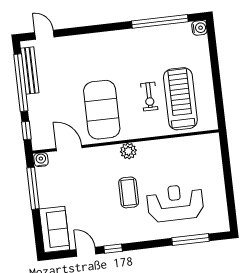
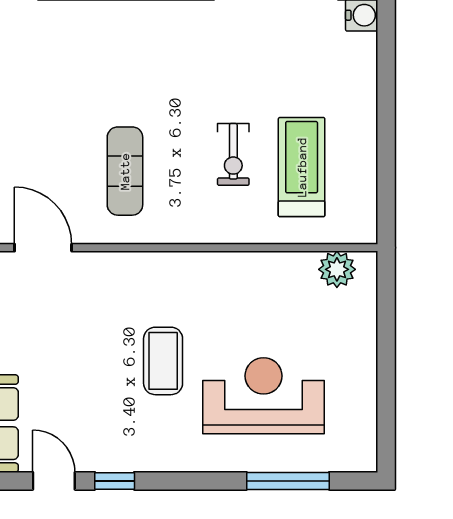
treadmill: (180, 99) -> (302, 167), width x0.73, depth x0.73
exercise mat: (102, 110) -> (125, 171), width x0.50, depth x0.69
plant: (128, 151) -> (337, 269), moved

